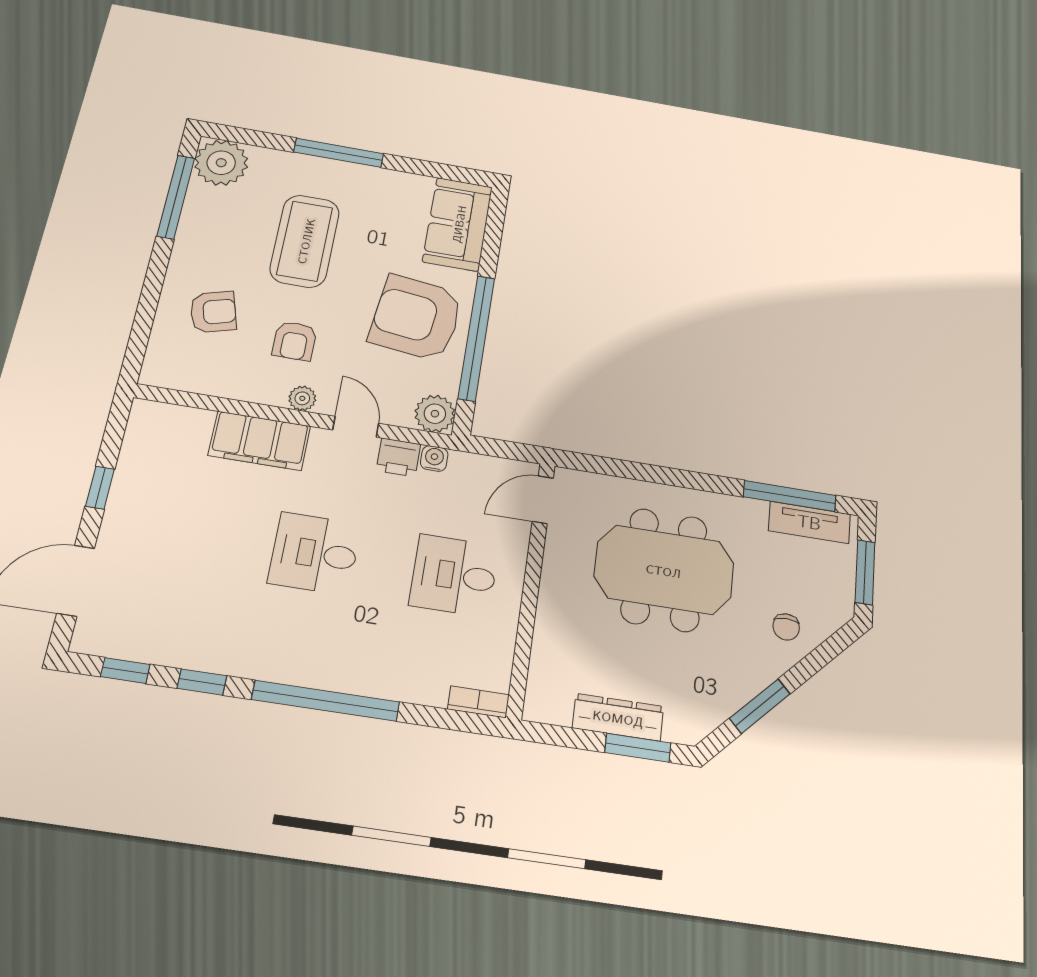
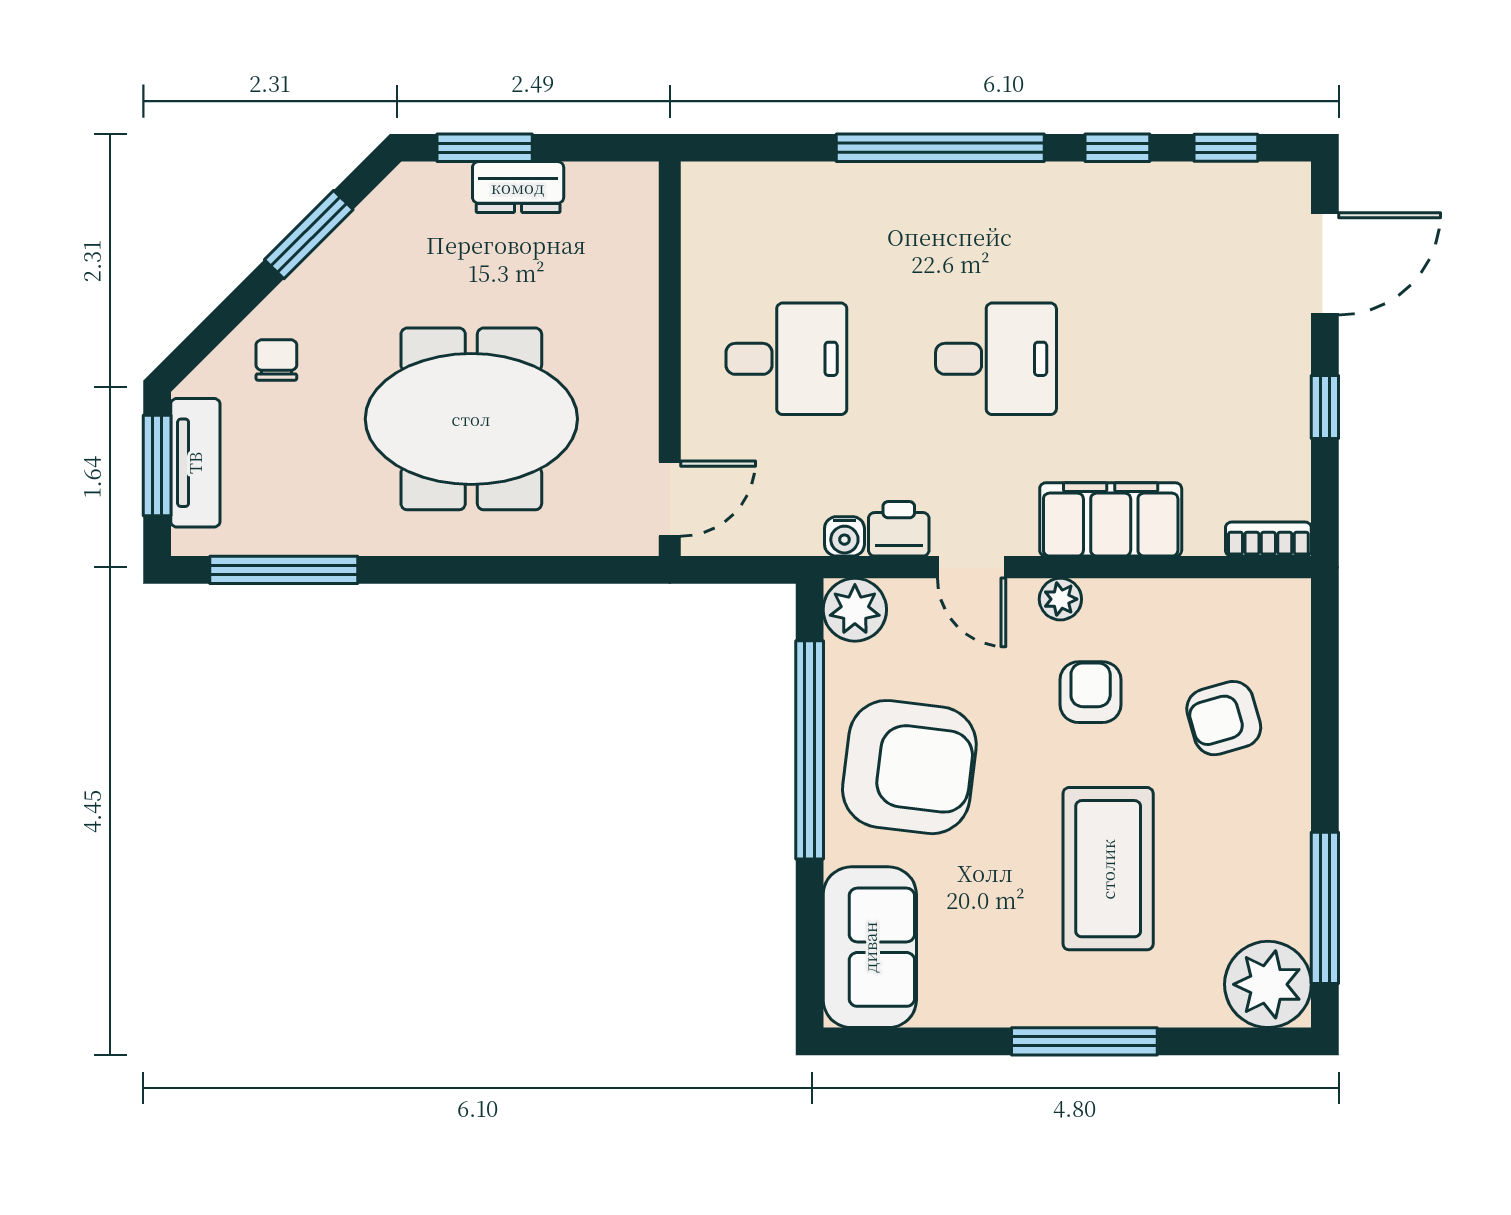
tv unit: (809, 523) -> (195, 463), moved, turned 90
bookcase: (478, 702) -> (1268, 539), moved, turned 180
dresser: (618, 717) -> (518, 187), width x0.70

